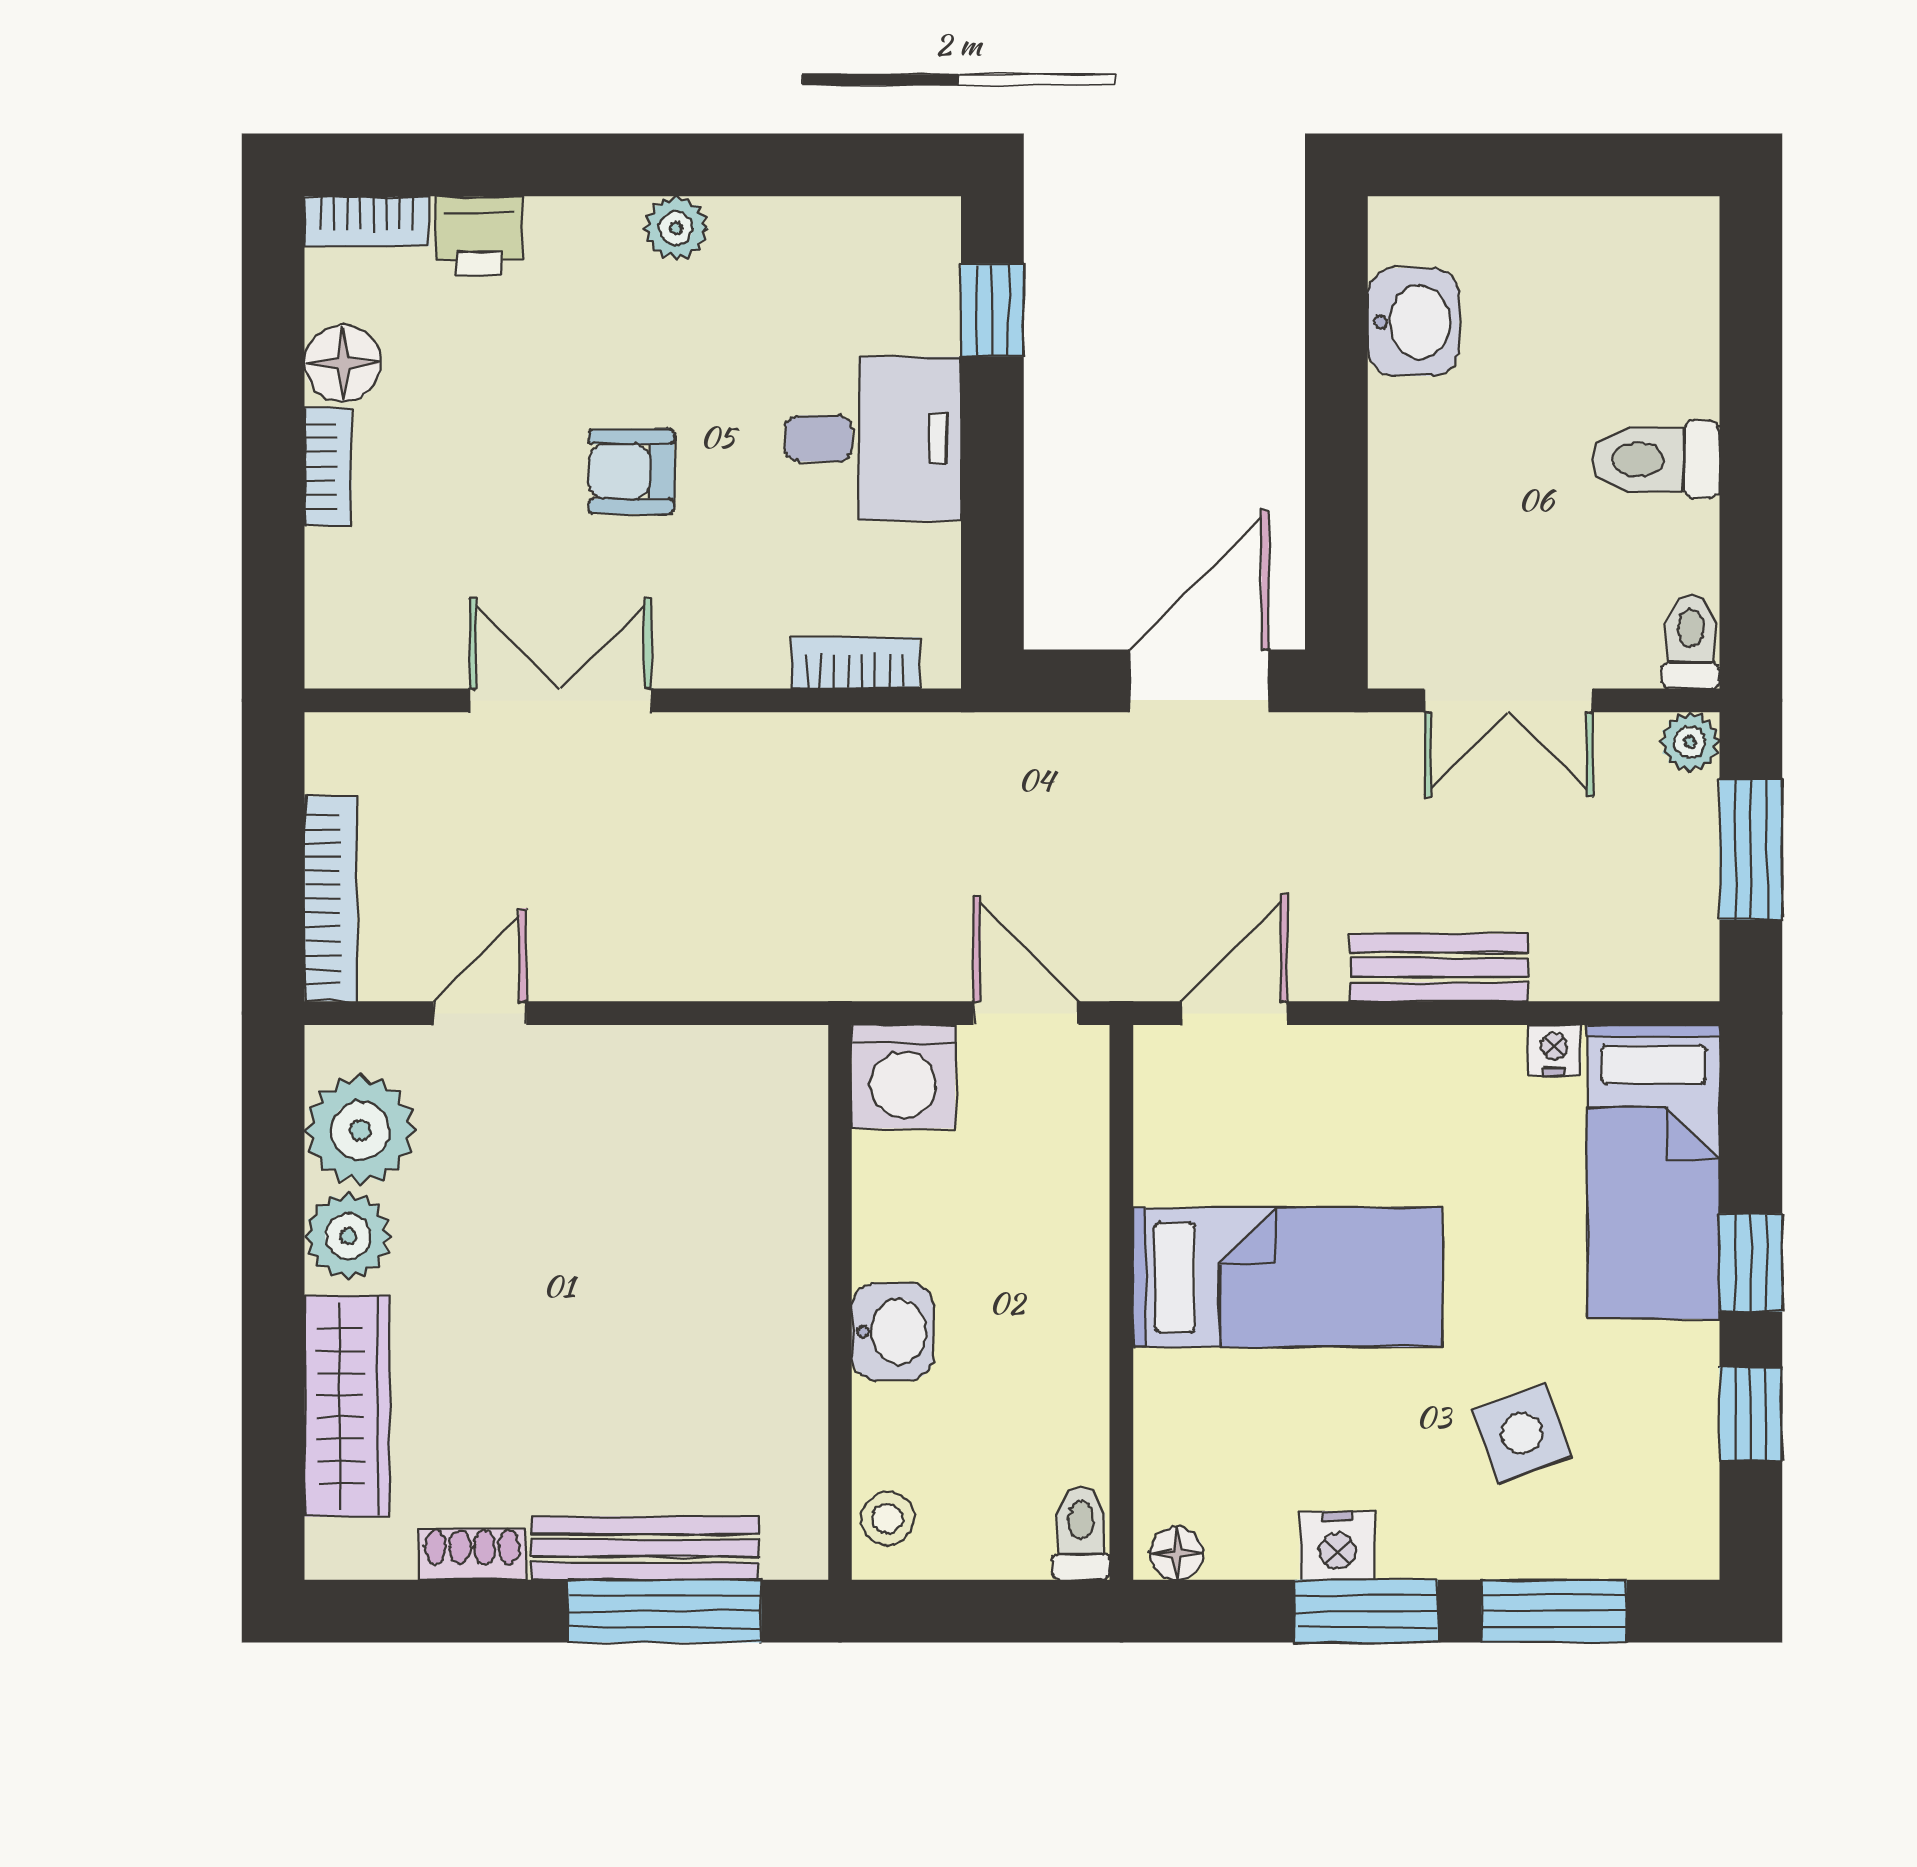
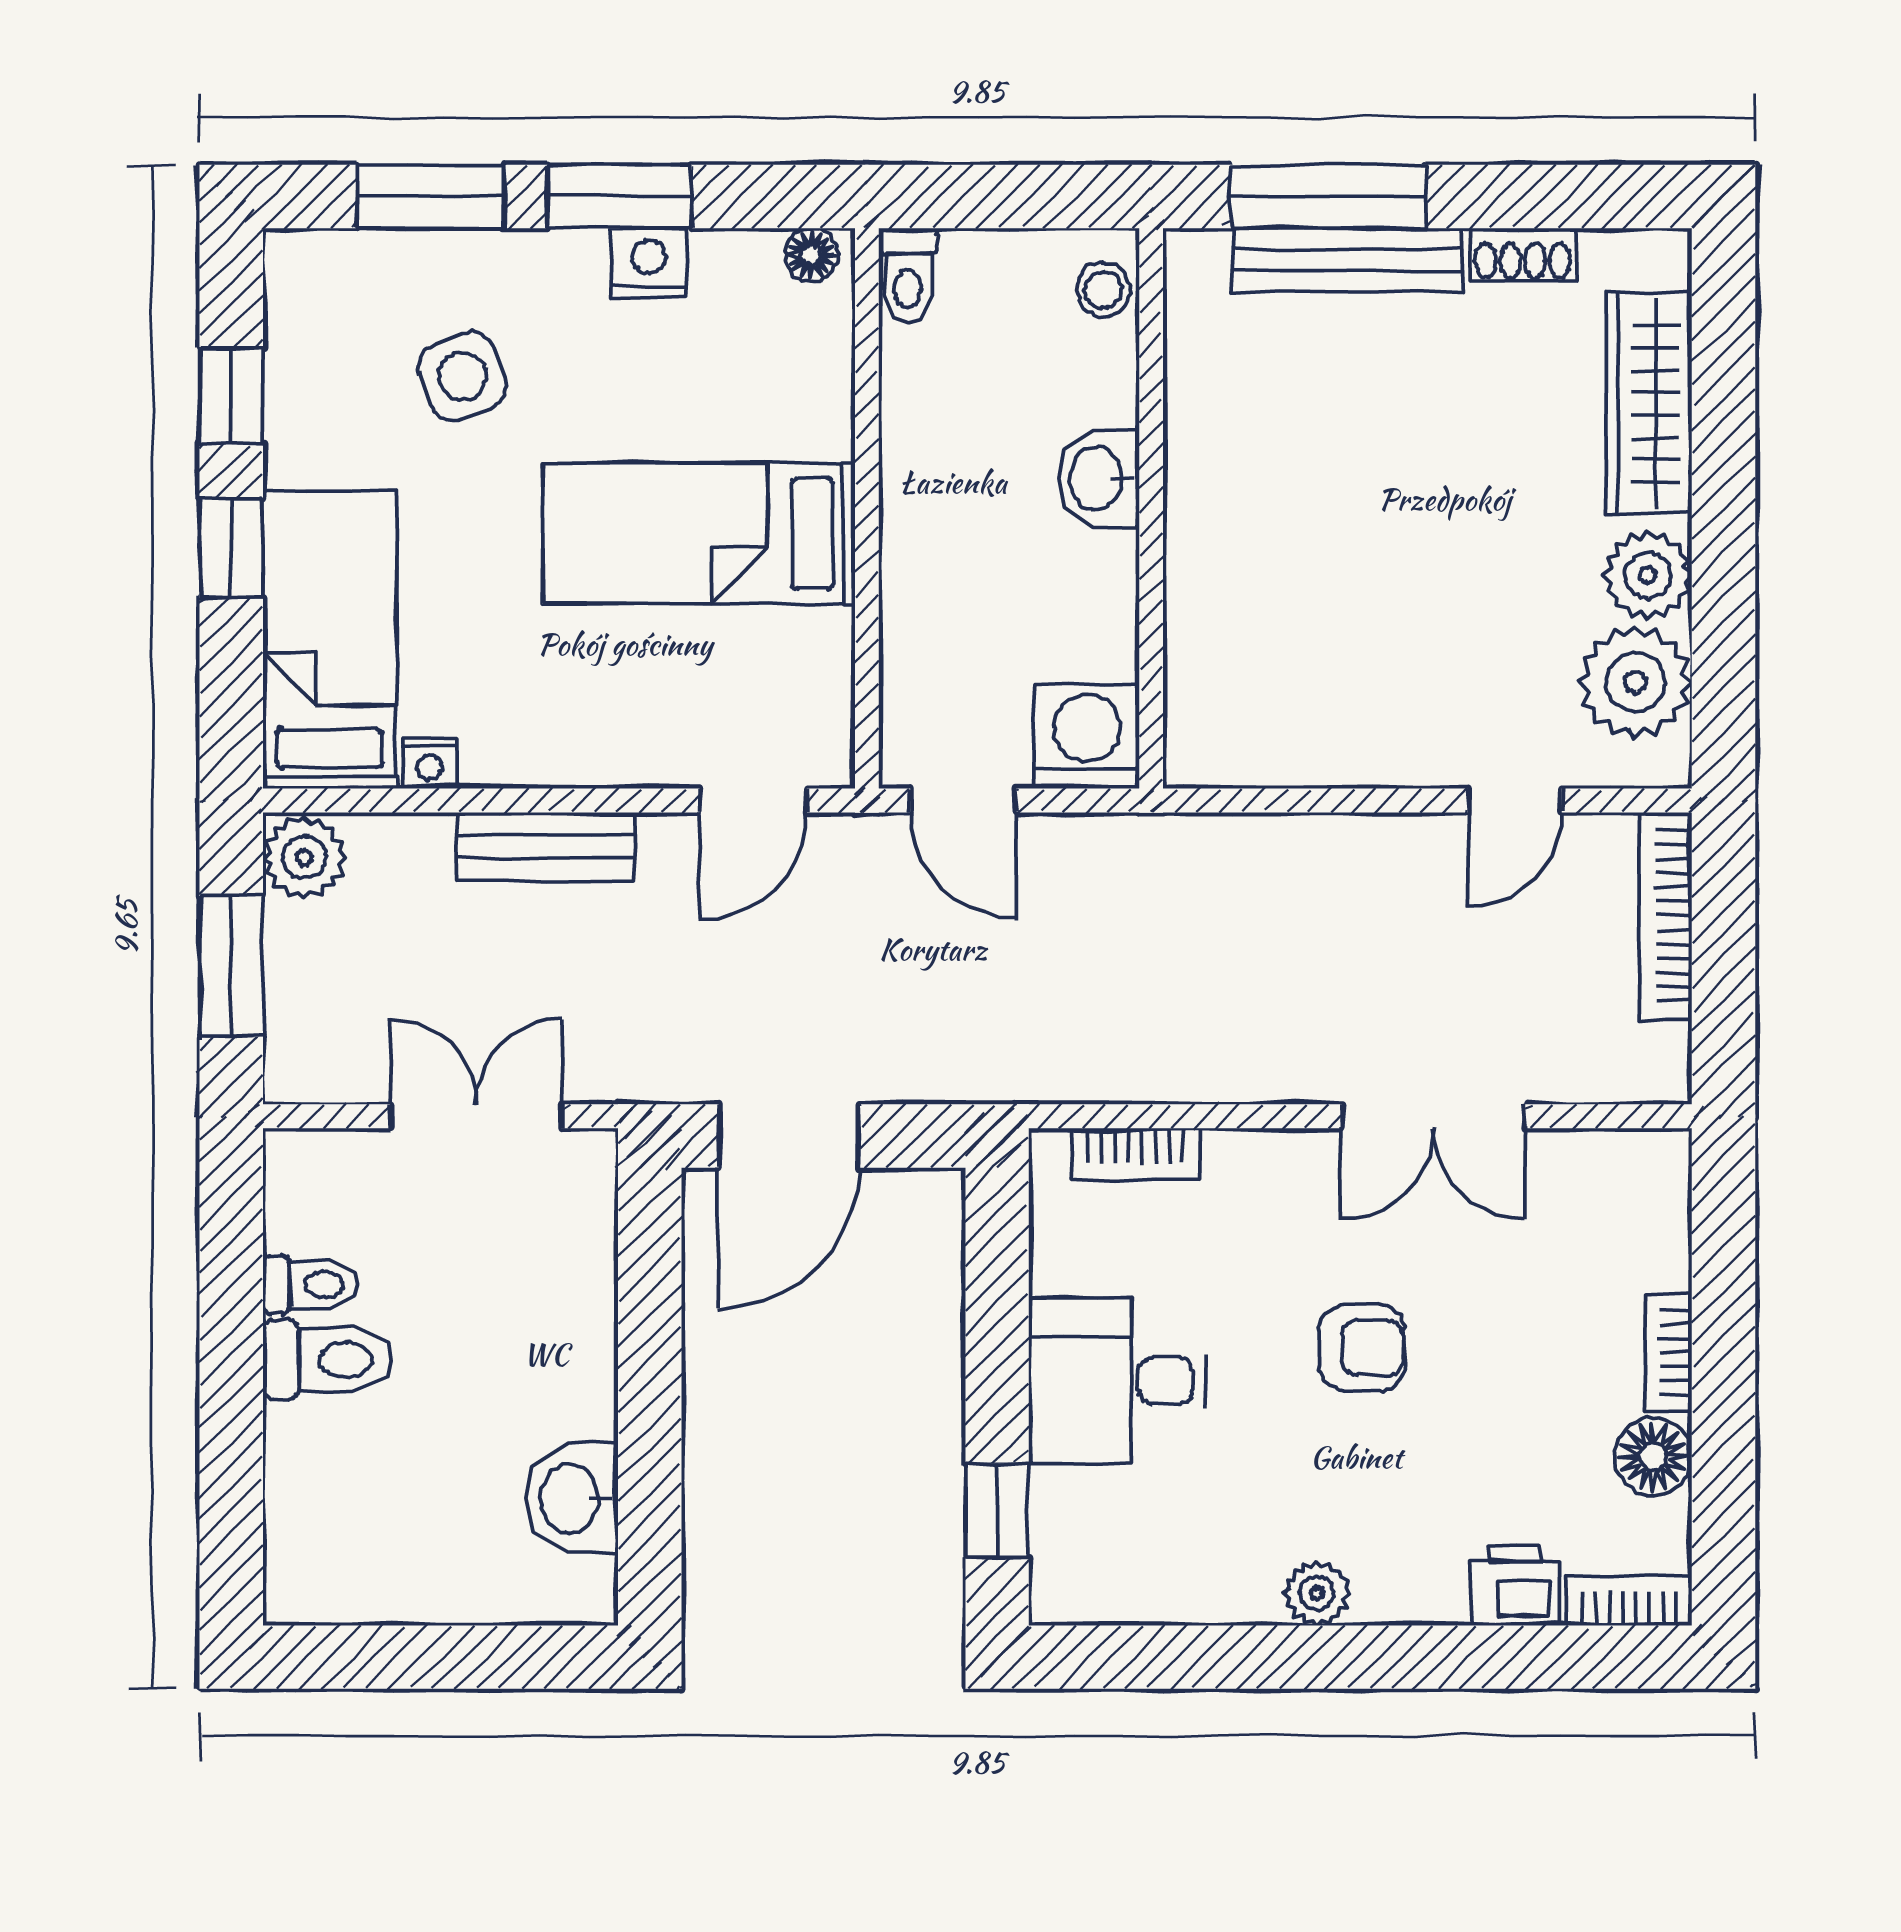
toilet: (1691, 641) -> (311, 1285), moved, turned -90
plant: (1690, 742) -> (304, 858), moved, width x1.38, depth x1.38

